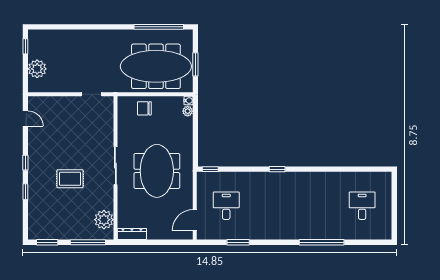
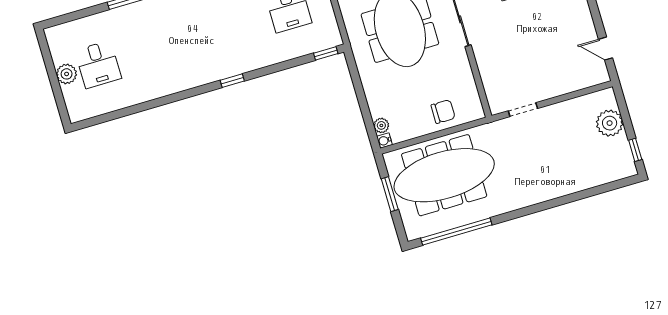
plant: (385, 206) -> (67, 74), added

